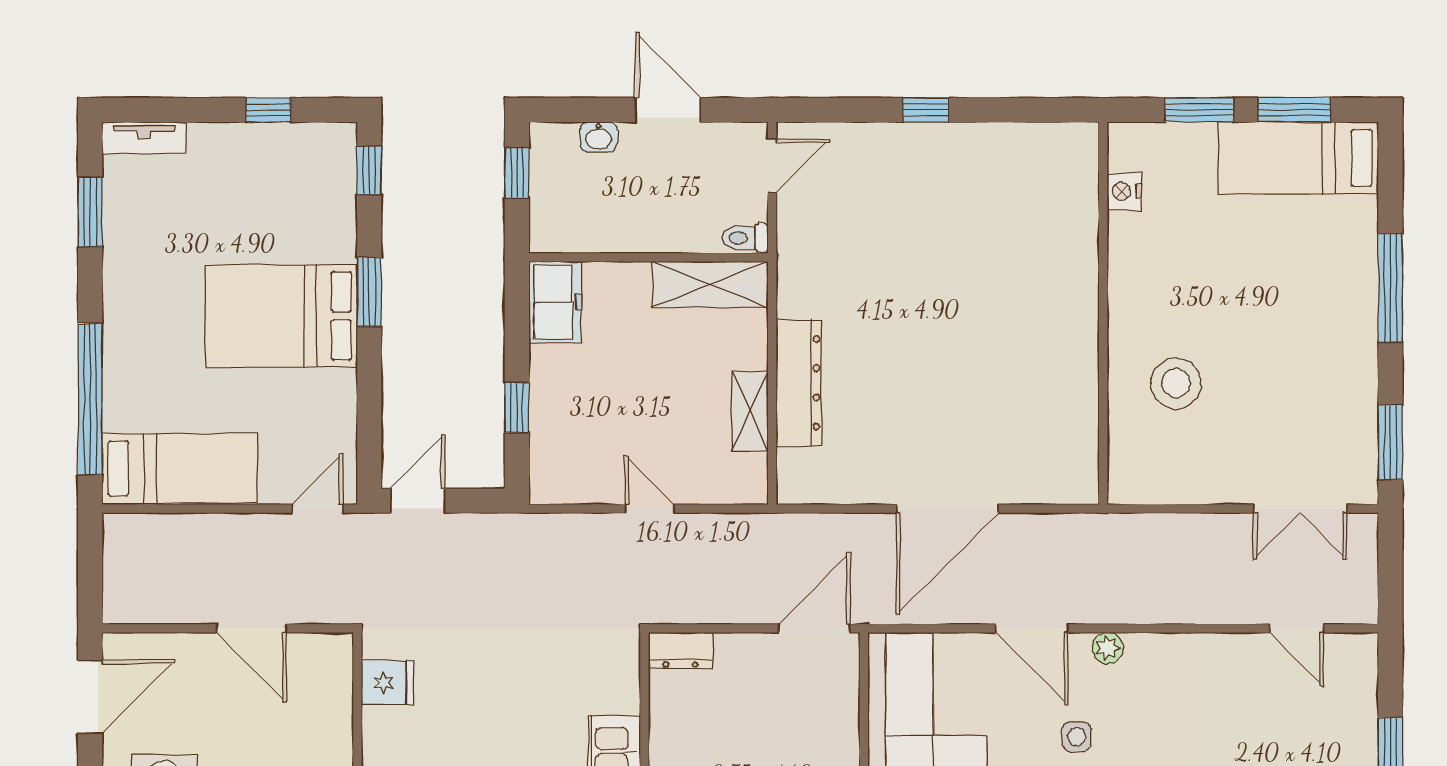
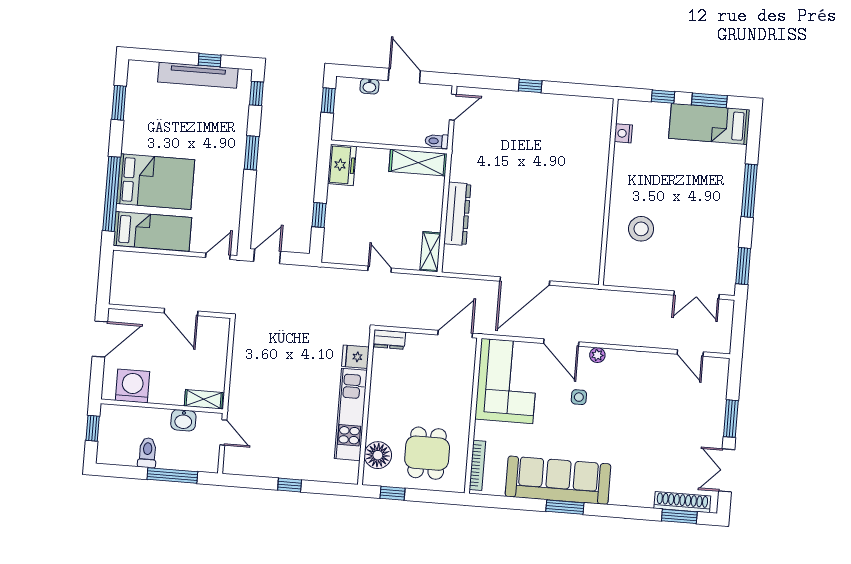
window: (1199, 110) -> (663, 97), width x0.67
tv unit: (144, 138) -> (198, 75), moved, width x1.92, depth x1.29
bed: (281, 316) -> (156, 182), moved, turned 180
shelving: (750, 411) -> (430, 252), moved
fridge: (388, 683) -> (355, 357), moved, turned 180

